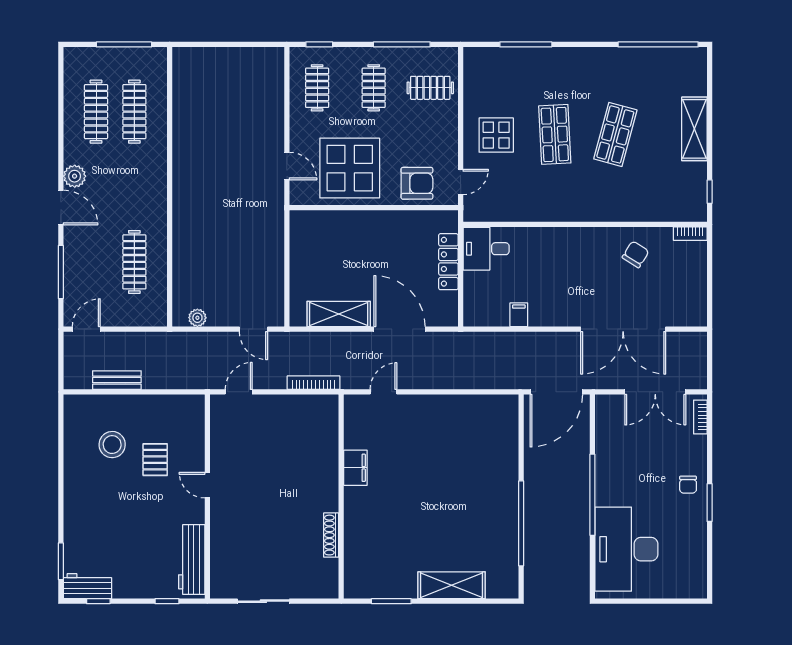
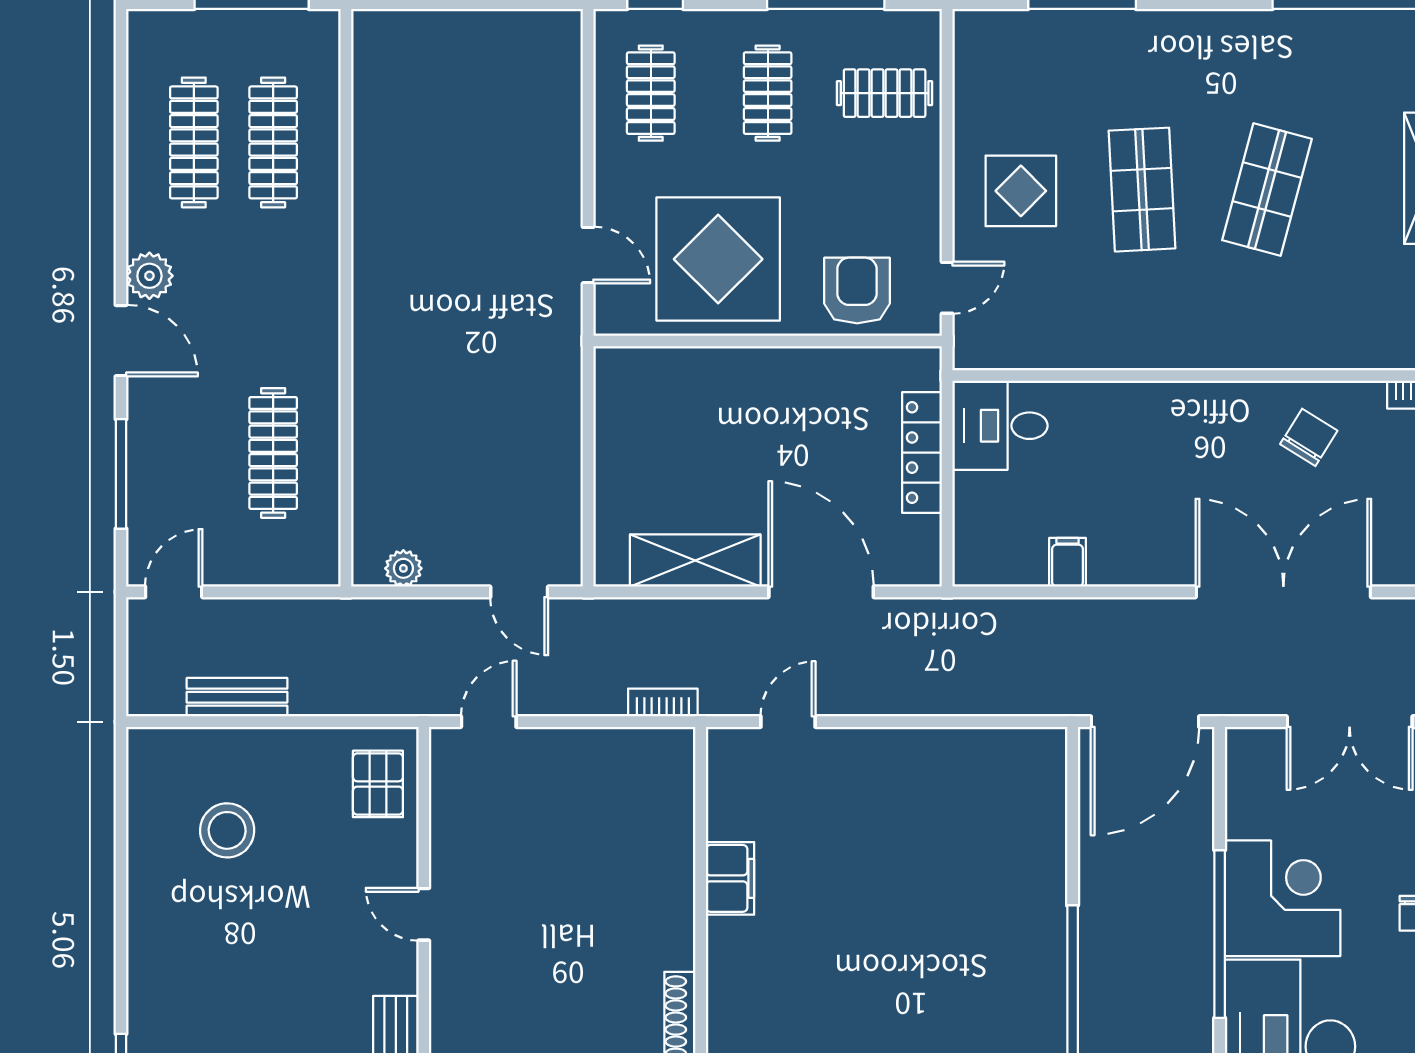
armchair: (417, 183) -> (857, 290), turned -90
double door: (623, 329) -> (1283, 592), swing flipped
bookcase: (314, 383) -> (663, 702), width x0.64
pallet: (155, 460) -> (378, 784), moved
corner desk: (623, 477) -> (1283, 898), added

